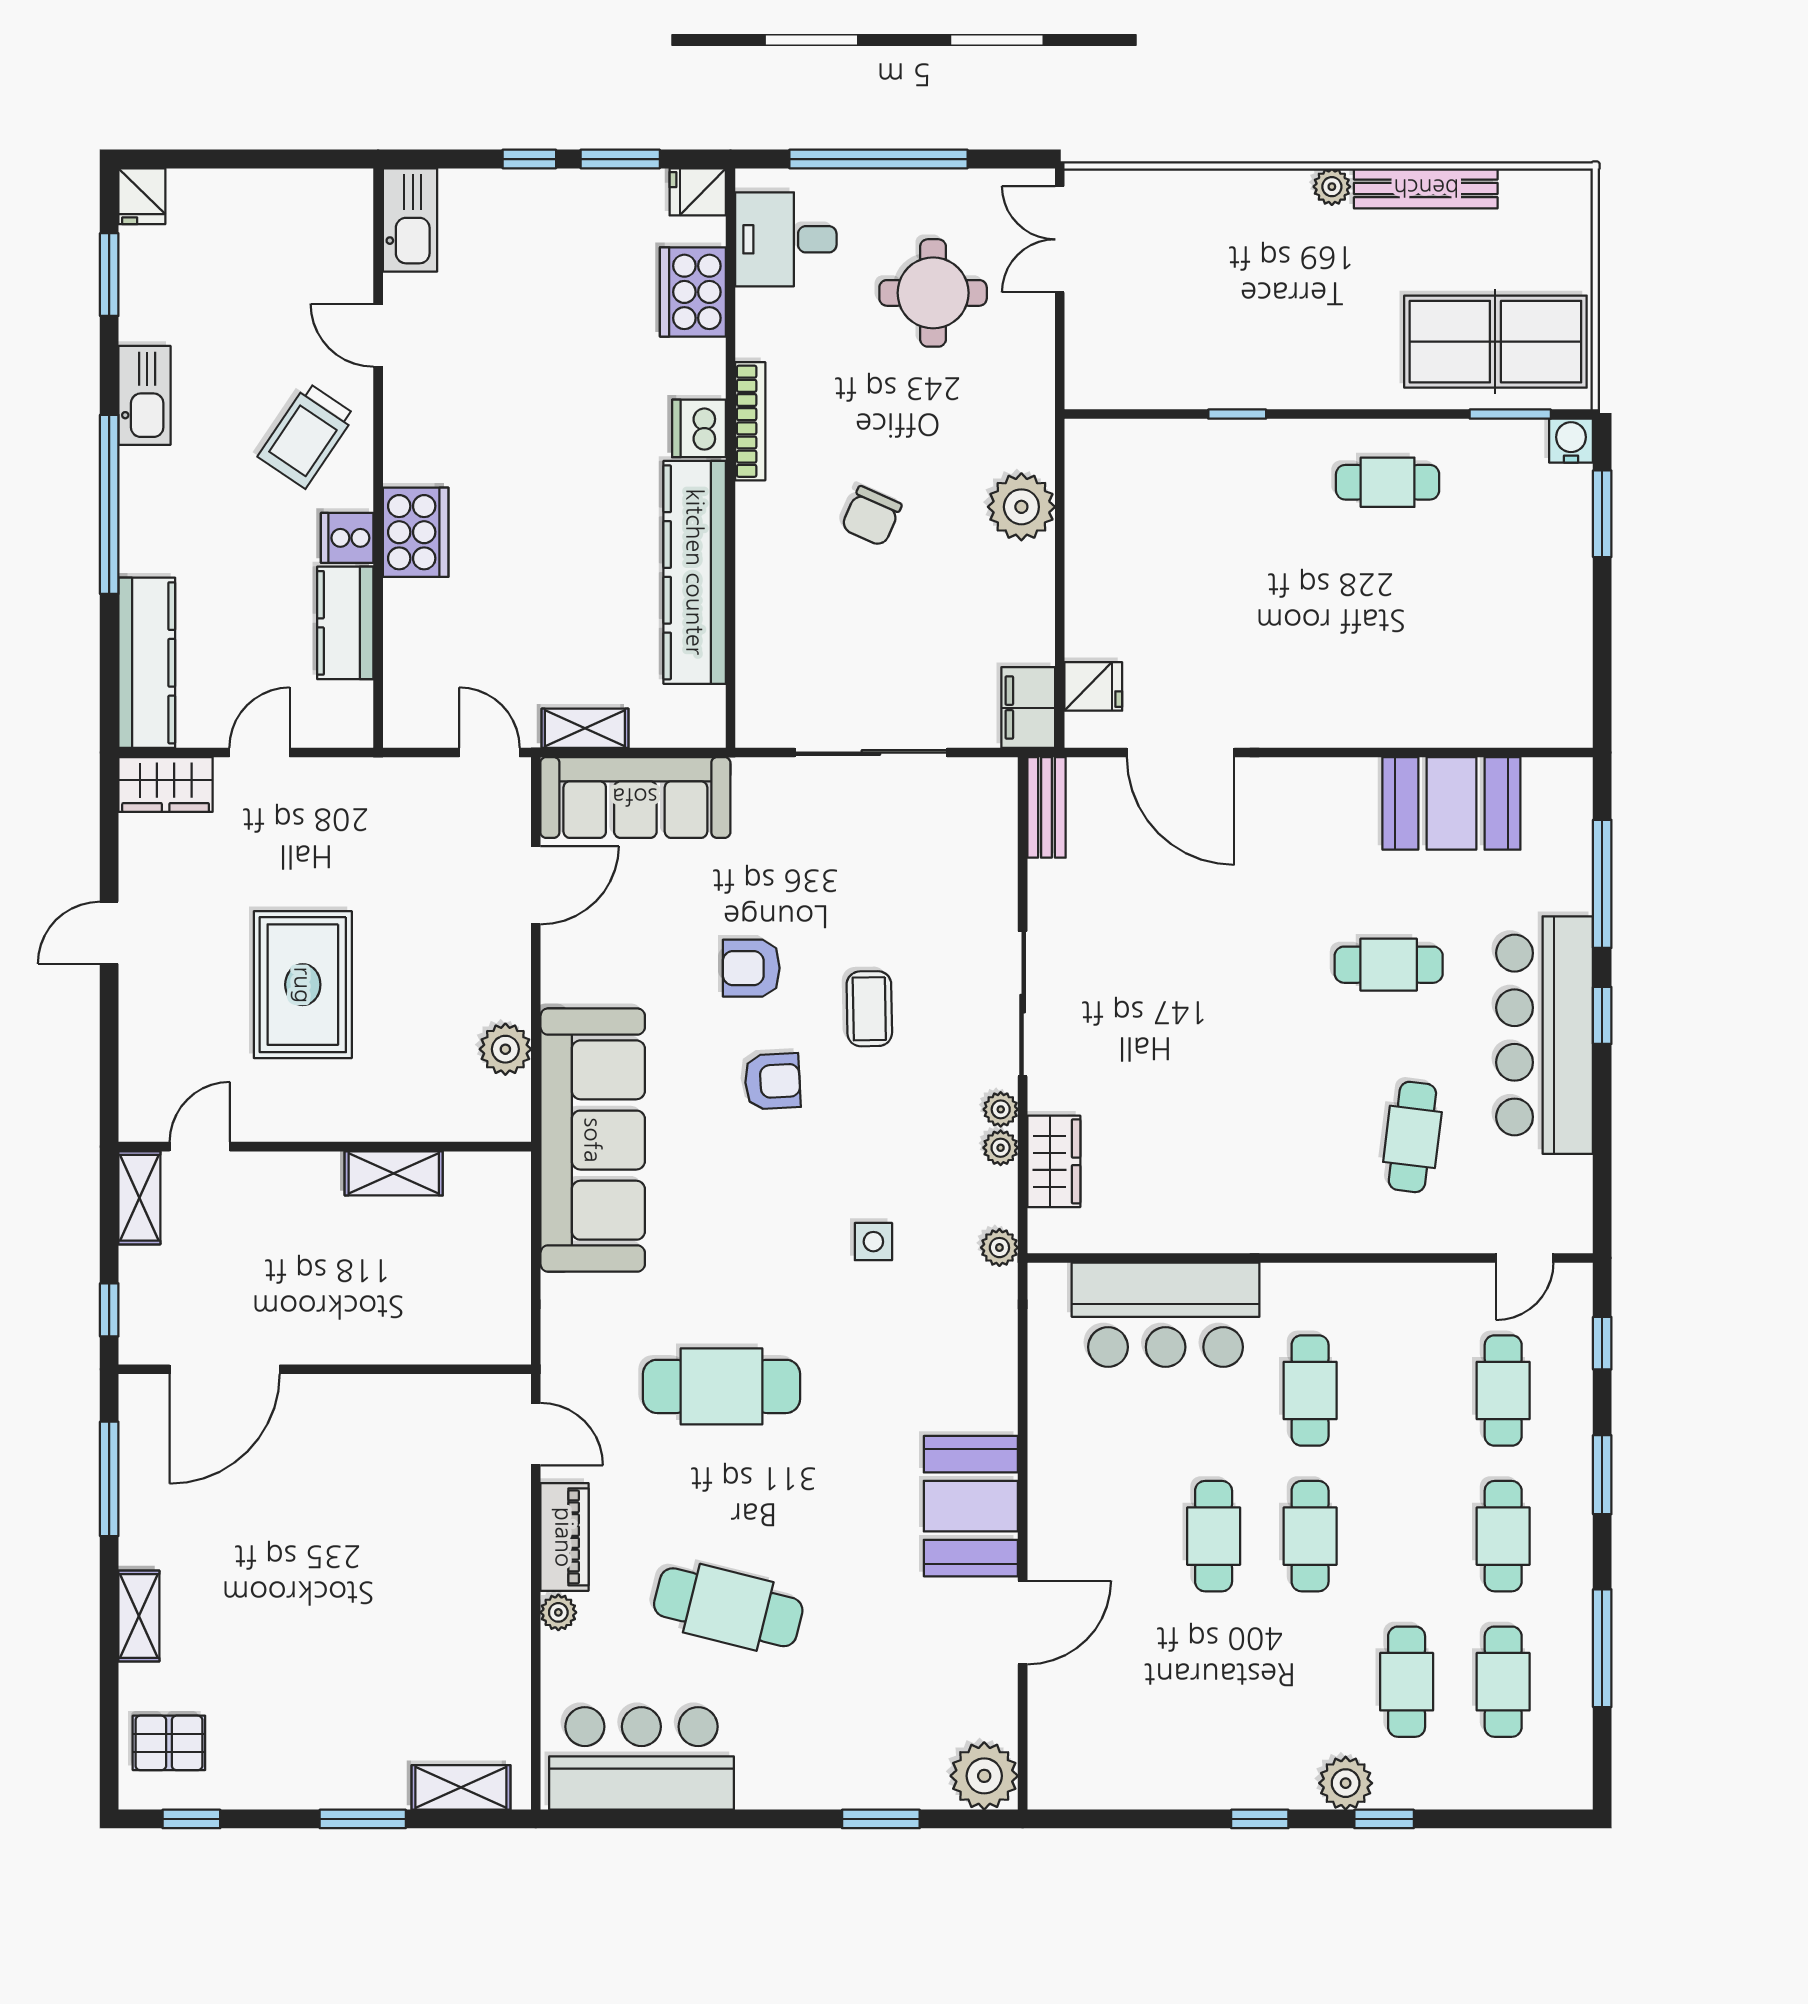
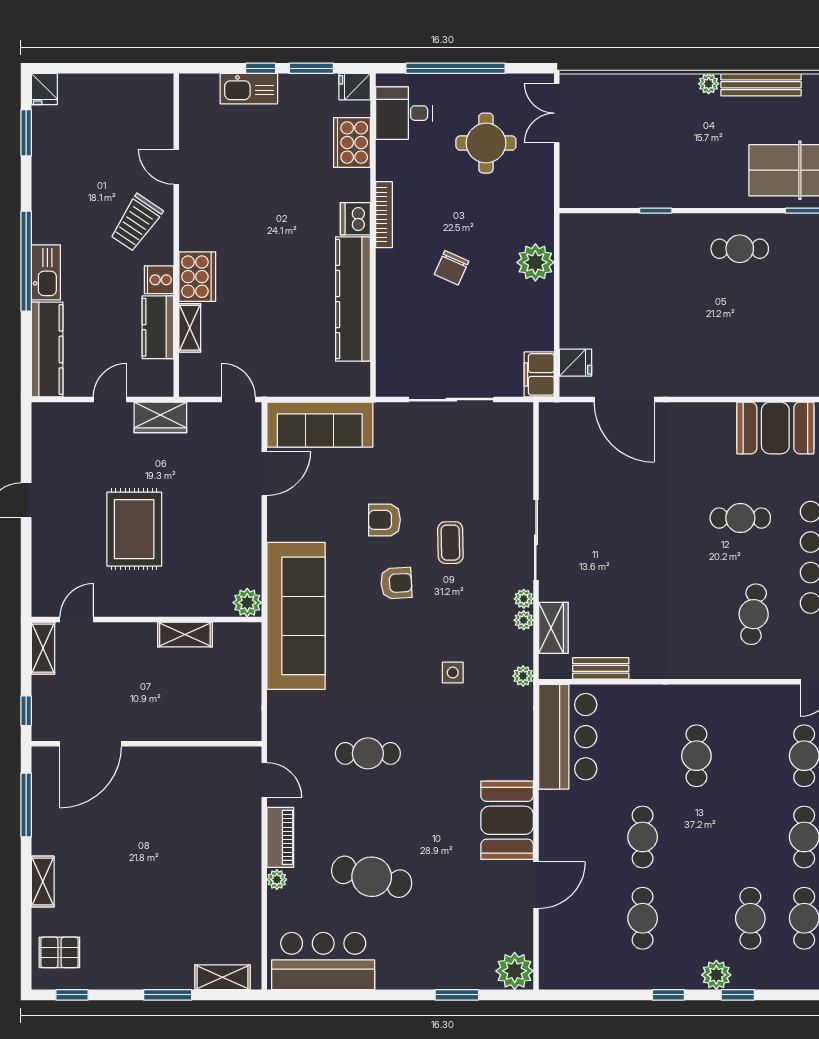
kitchen sink: (410, 220) -> (249, 89), moved, turned 90
kitchen sink: (145, 395) -> (46, 272), moved
shelving: (585, 728) -> (190, 328), moved, turned 90
wardrobe: (166, 784) -> (160, 417), moved
bench: (1046, 807) -> (601, 668), moved, turned 90
plant: (505, 1049) -> (247, 603), moved
bar counter: (1166, 1315) -> (568, 737), moved, turned -90
cafe table: (722, 1386) -> (368, 753), width x0.73, depth x0.74
cafe table: (1310, 1536) -> (643, 918), moved

